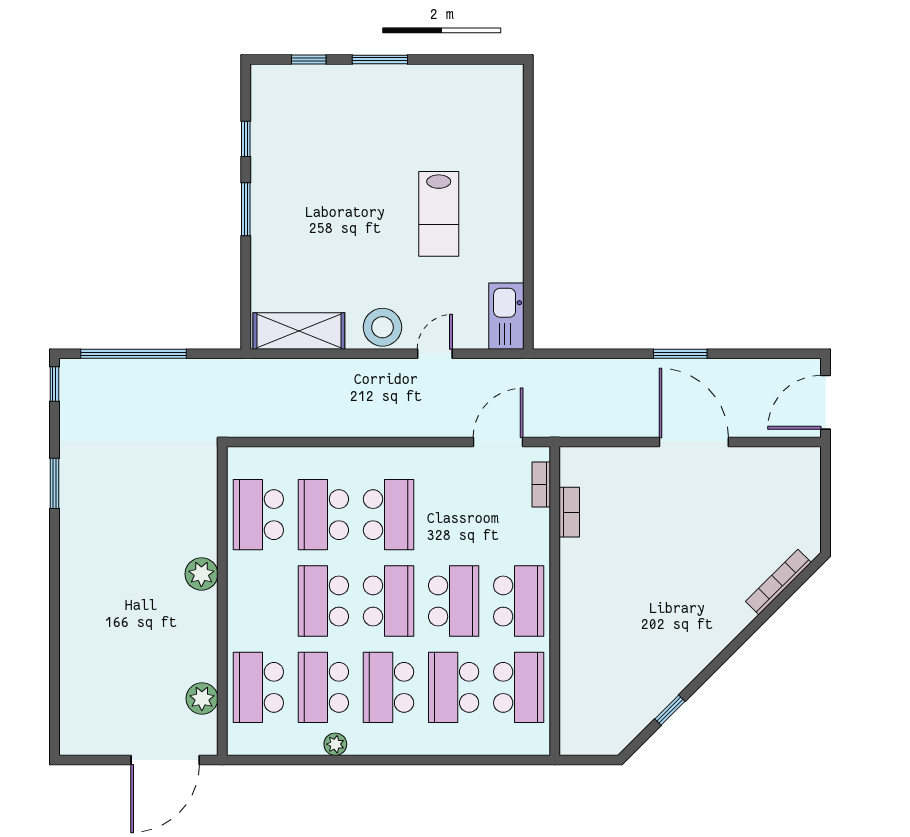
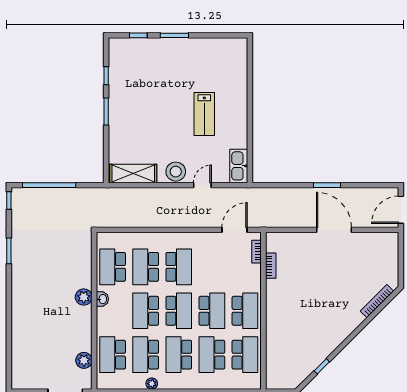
washbasin: (238, 578) -> (102, 299), added

